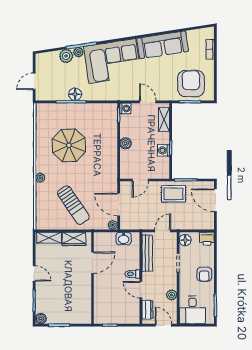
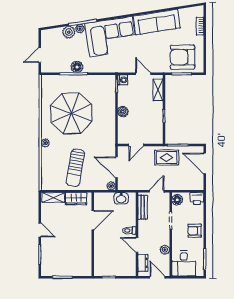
armchair: (191, 84) -> (183, 57), turned -90
parasol: (69, 145) -> (71, 113), width x1.36, depth x1.36
washing machine: (164, 150) -> (158, 118), removed
sun lounger: (73, 205) -> (75, 168), turned 44
bench: (147, 253) -> (143, 207), width x0.73
armchair: (204, 274) -> (195, 231), turned 90
boiler: (41, 319) -> (46, 271), removed

